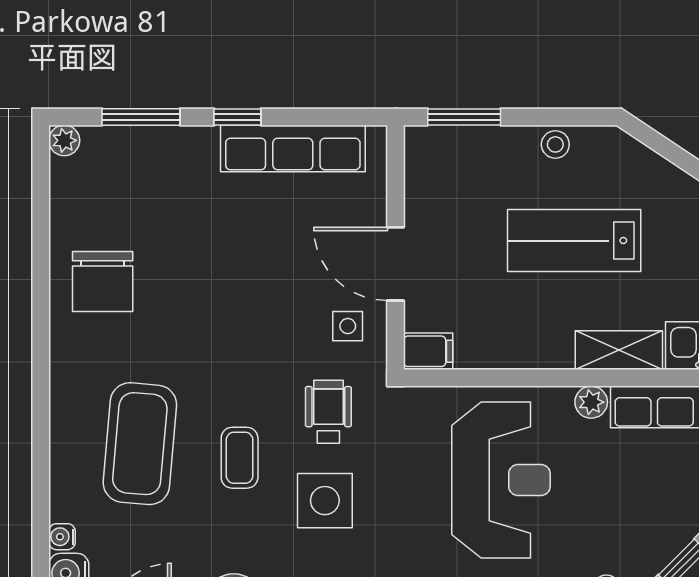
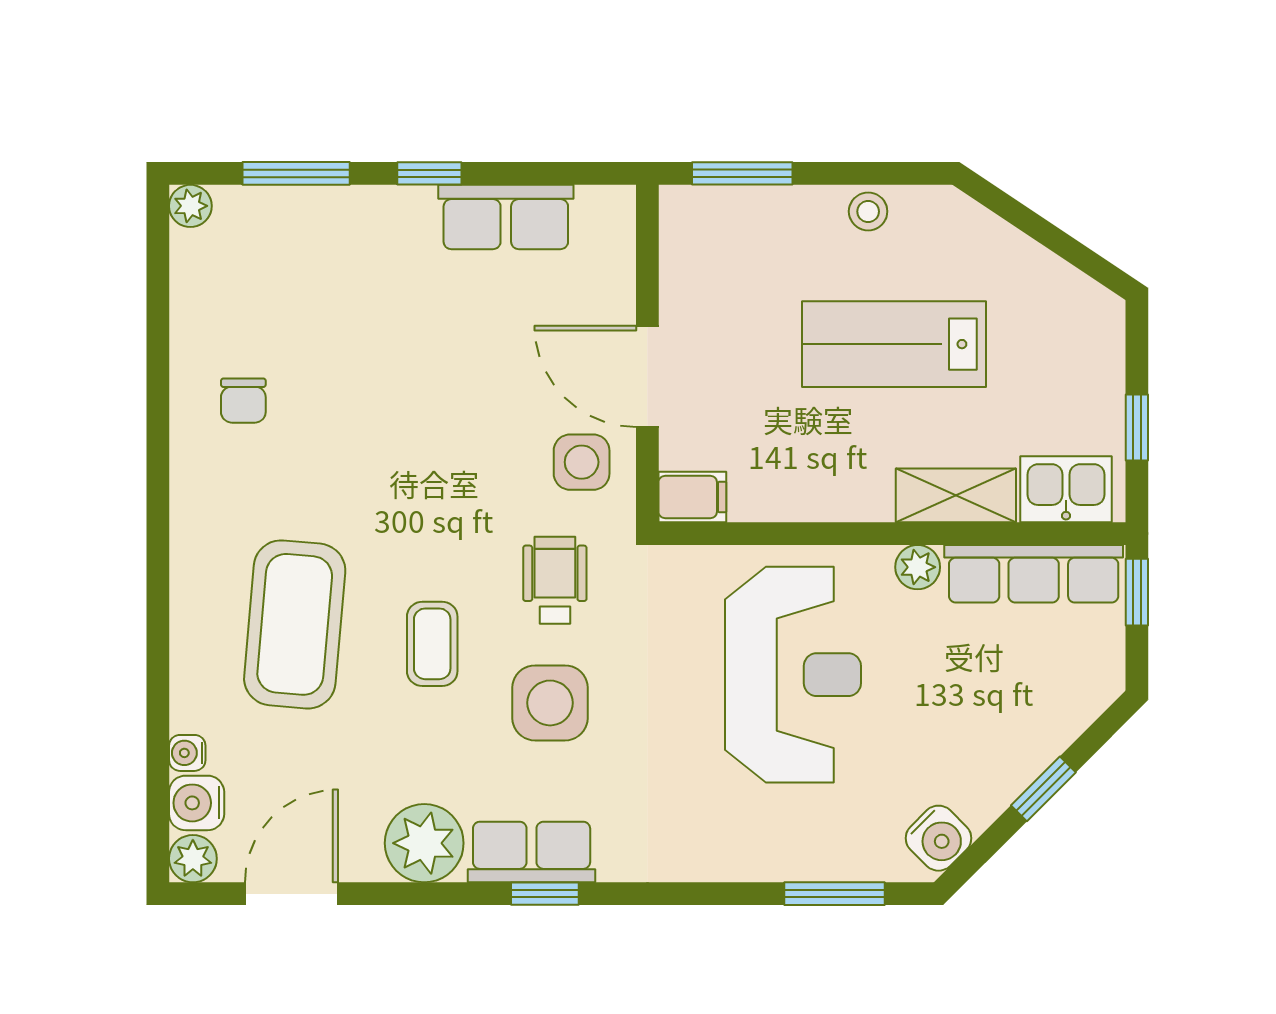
row of seats: (293, 148) -> (506, 217), width x0.68
chair: (103, 281) -> (243, 401), width x0.54, depth x0.54
side table: (348, 326) -> (582, 462), width x1.37, depth x1.37

